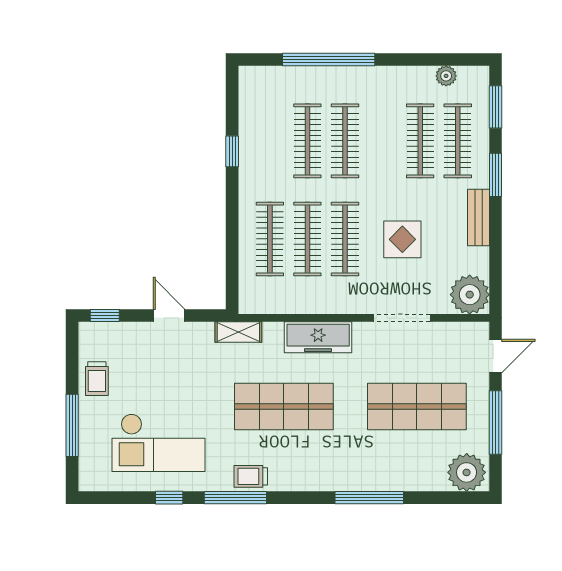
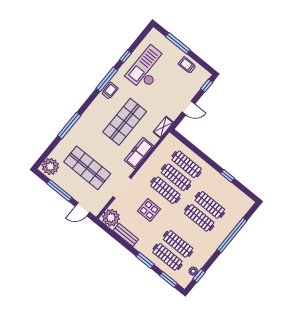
window: (446, 59) -> (199, 276), added
bench: (479, 217) -> (126, 235), moved
door: (495, 356) -> (82, 209), hinge flipped
shop shelf: (417, 407) -> (87, 168), turned 90

